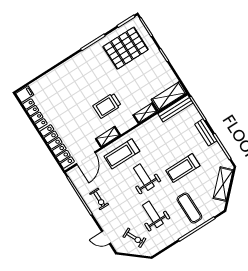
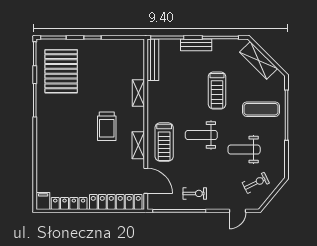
shelving: (169, 96) -> (136, 59), removed

